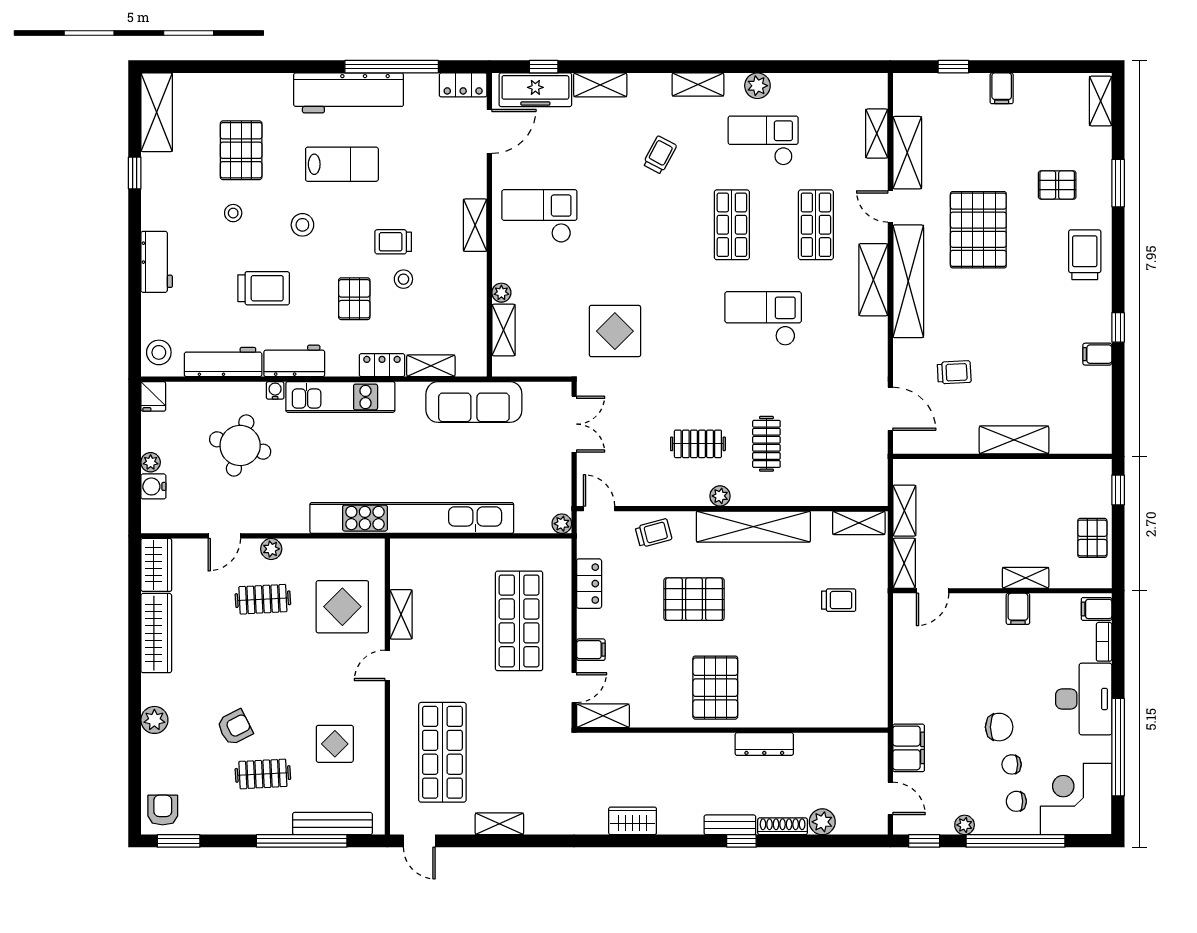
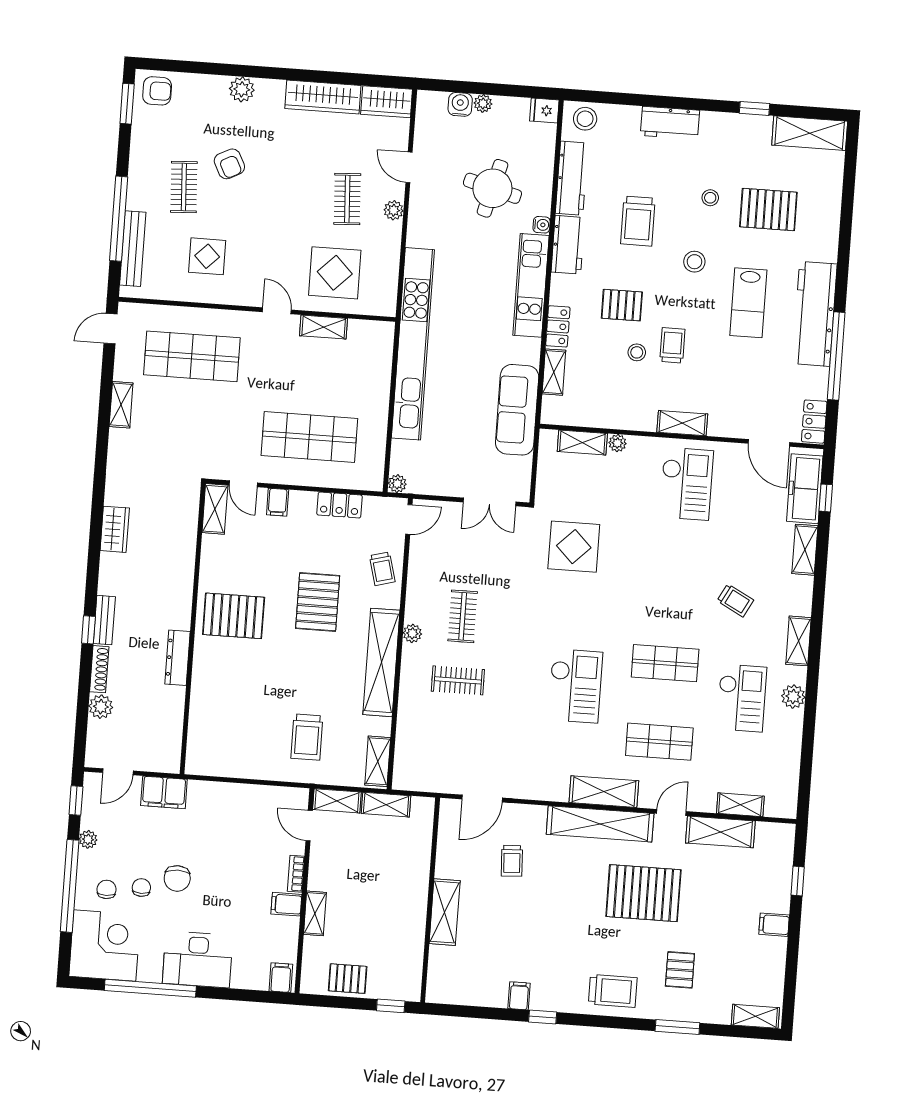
trolley: (839, 600) -> (307, 737), width x1.36, depth x1.39
bookcase: (1104, 642) -> (296, 874), moved, turned -90

